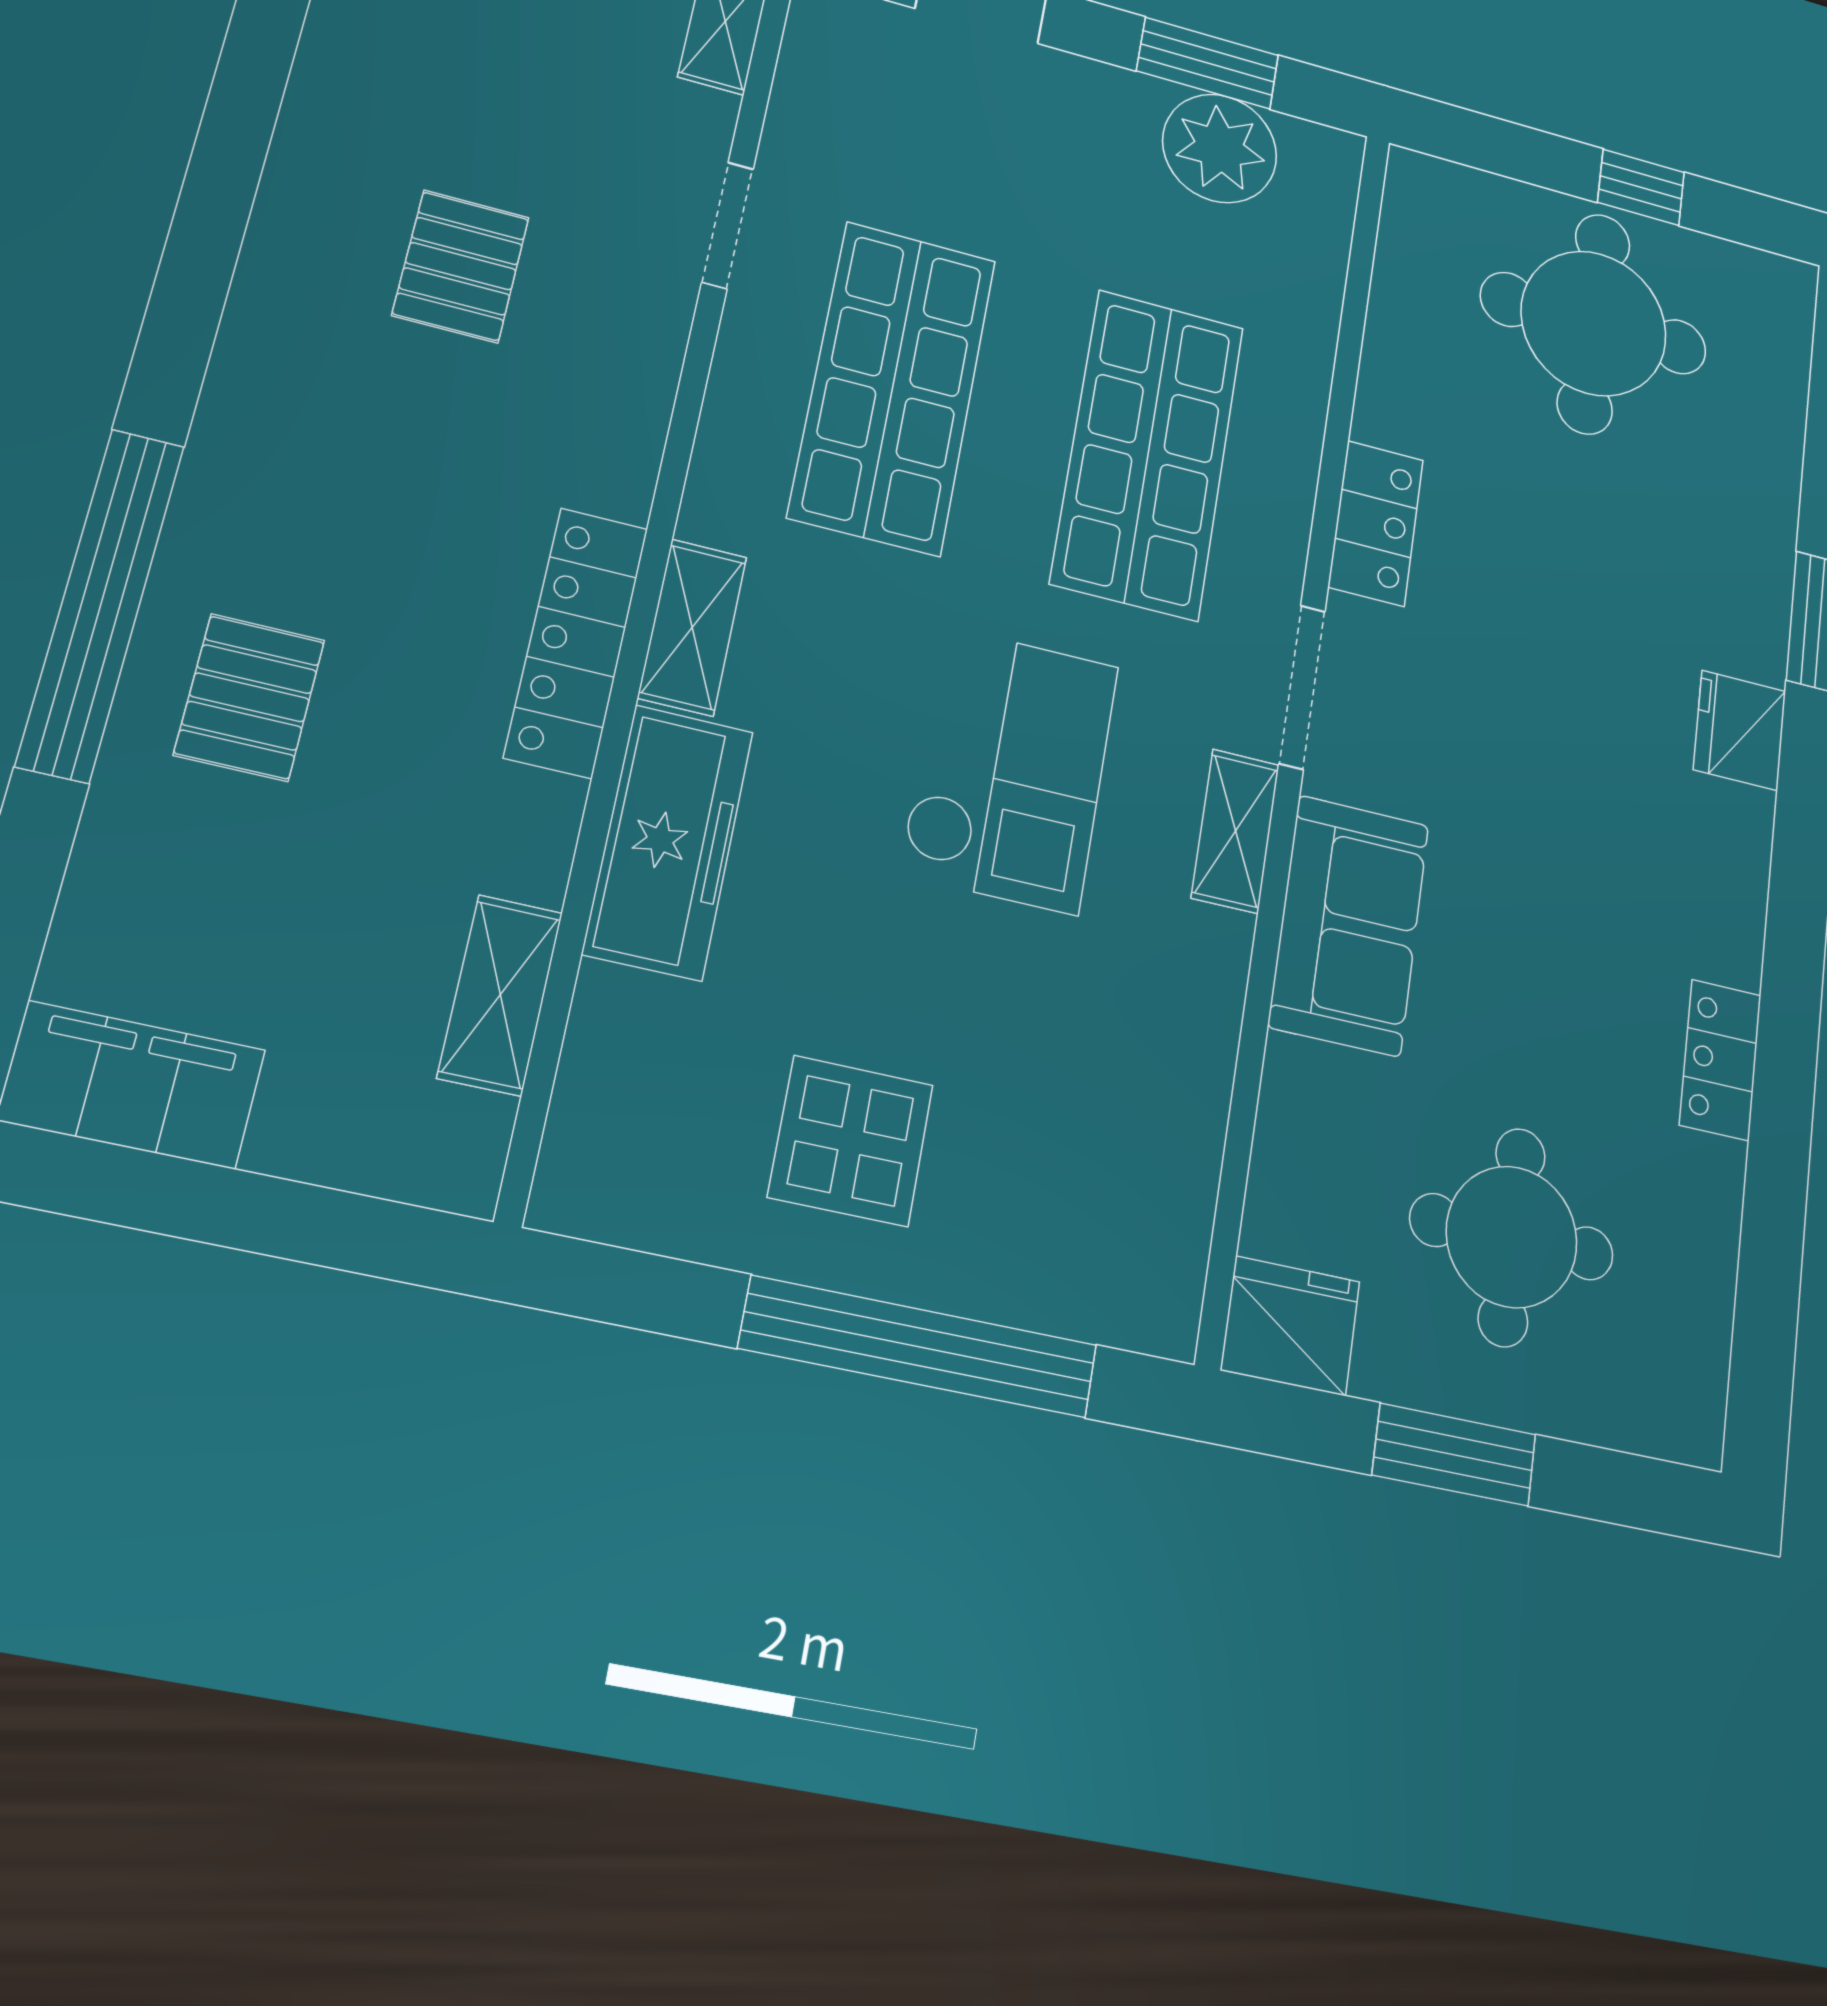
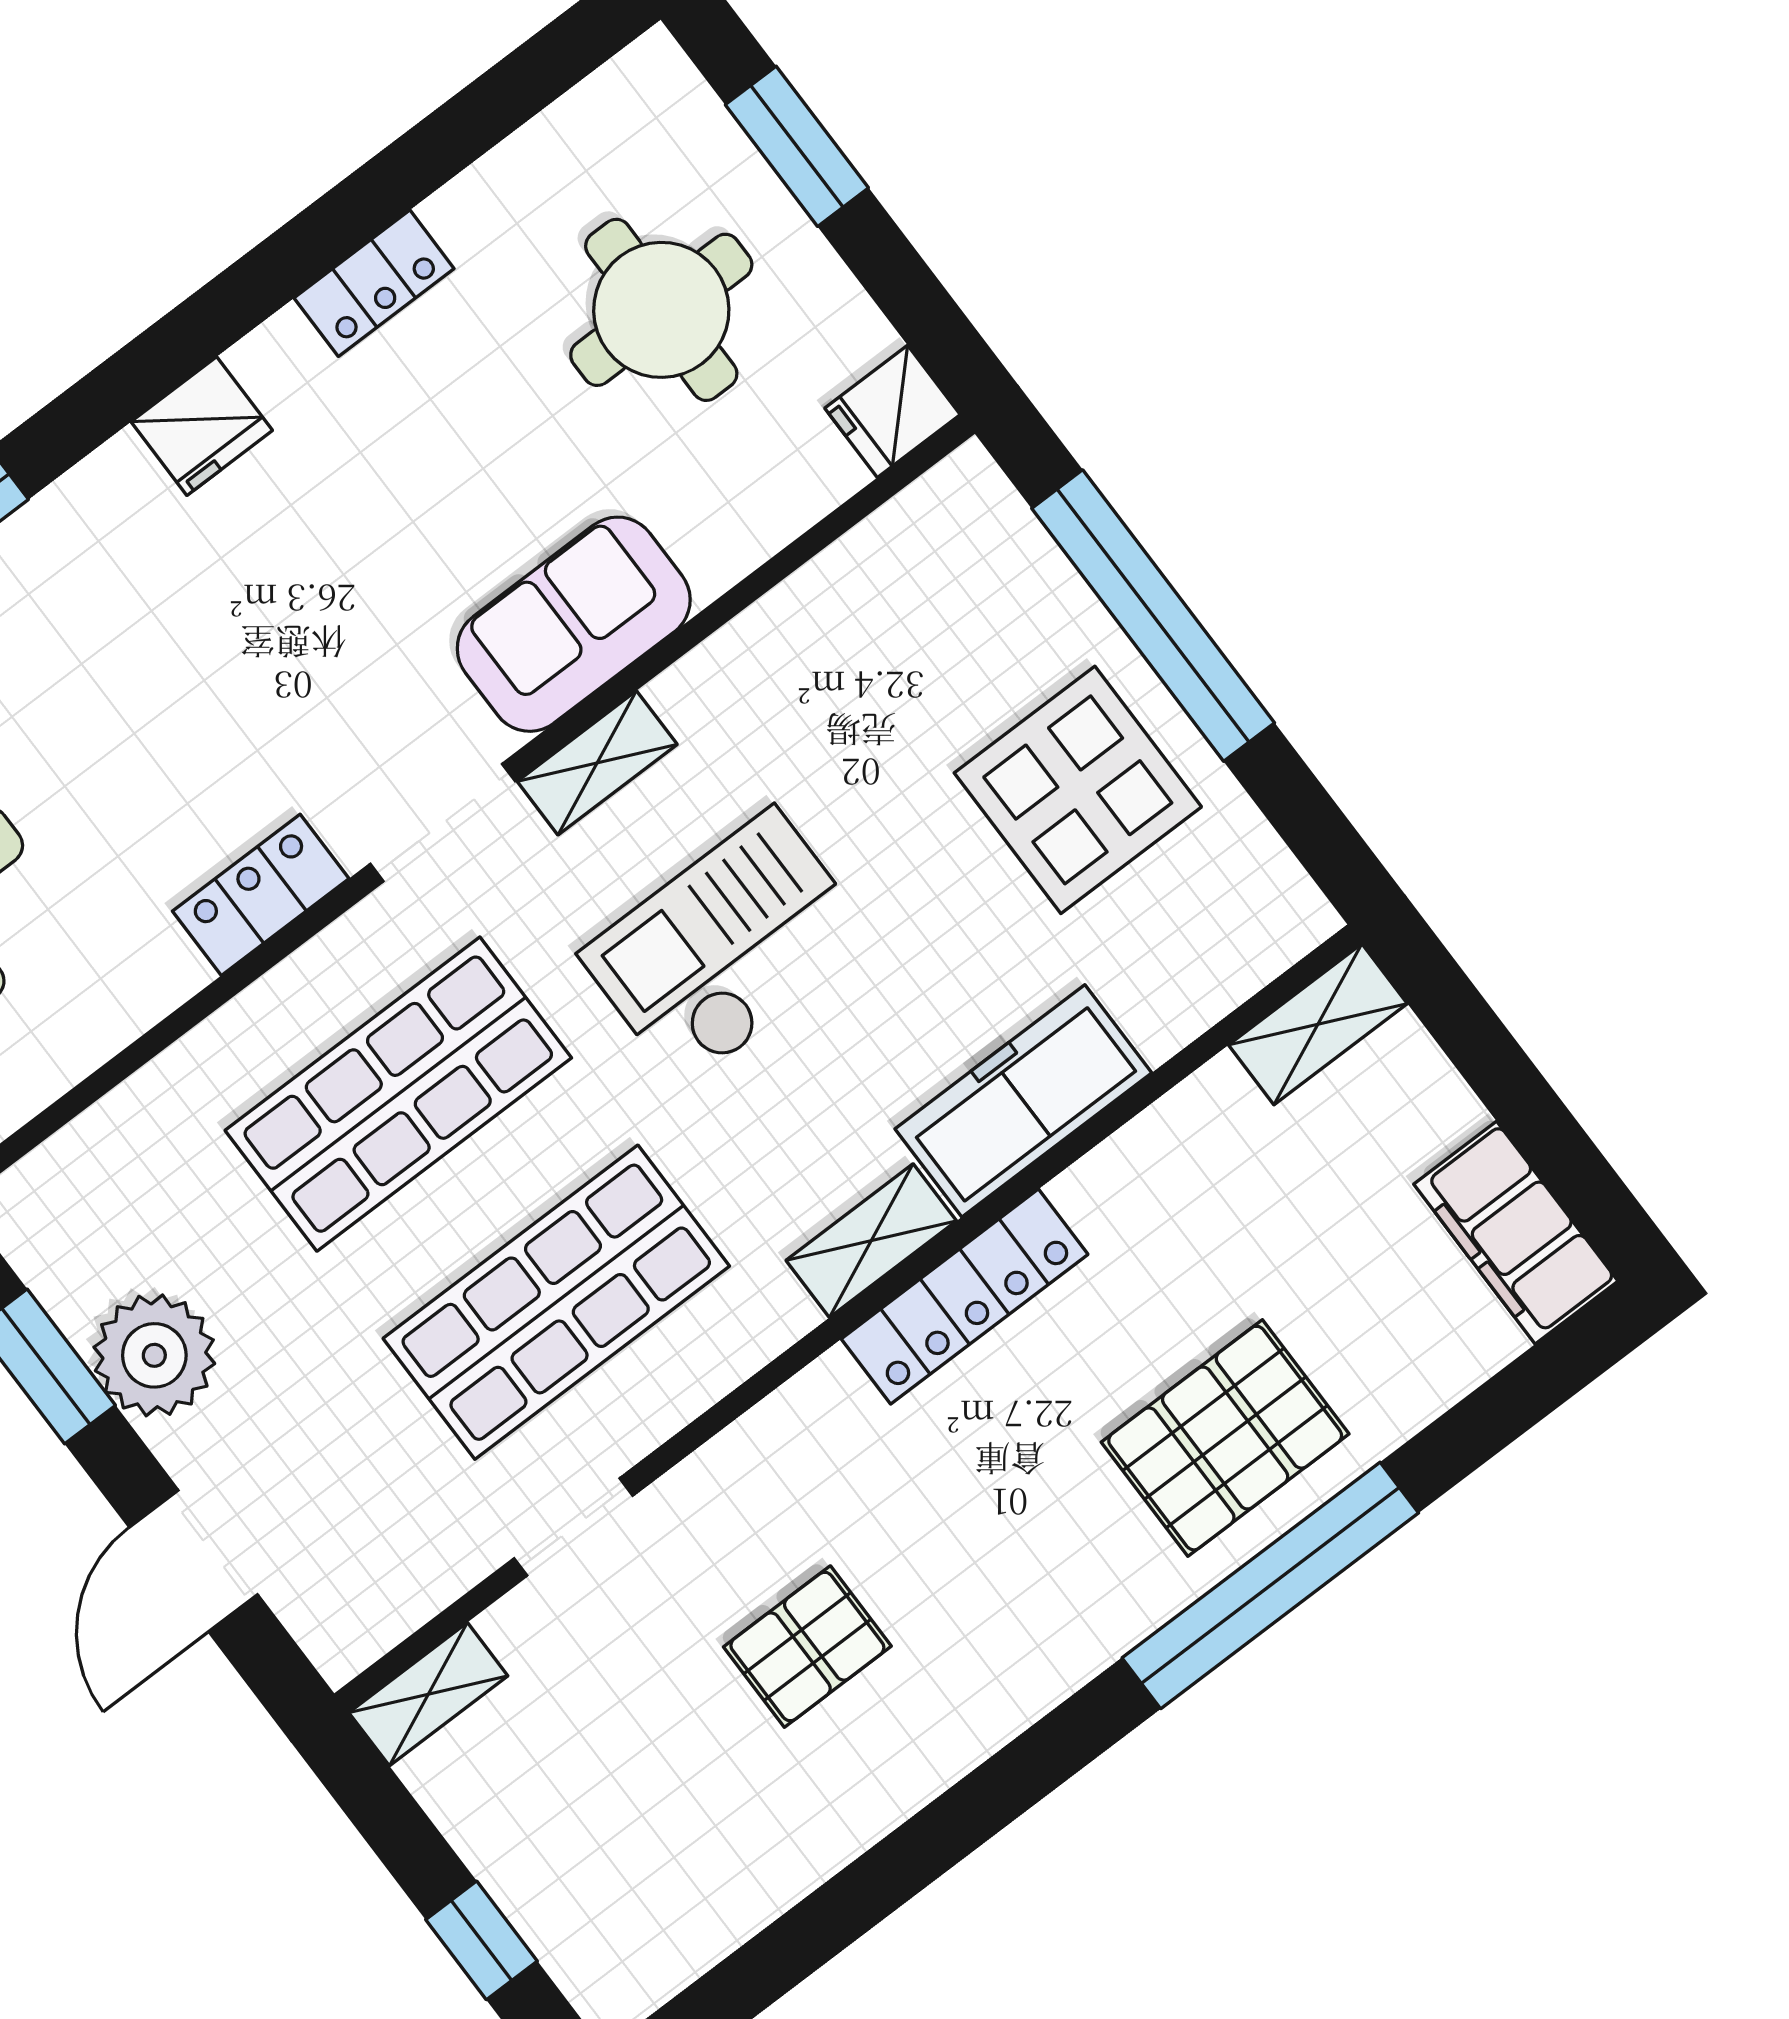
plant: (1220, 148) -> (154, 1355), moved
pallet: (249, 697) -> (1225, 1438), width x1.50, depth x1.42
fridge: (1740, 730) -> (202, 426), moved
shelving: (500, 995) -> (1318, 1024), moved
display table: (851, 1141) -> (1078, 790), width x1.36, depth x1.36
fridge: (1290, 1326) -> (893, 411), width x0.72
window: (1454, 1455) -> (797, 146), moved

